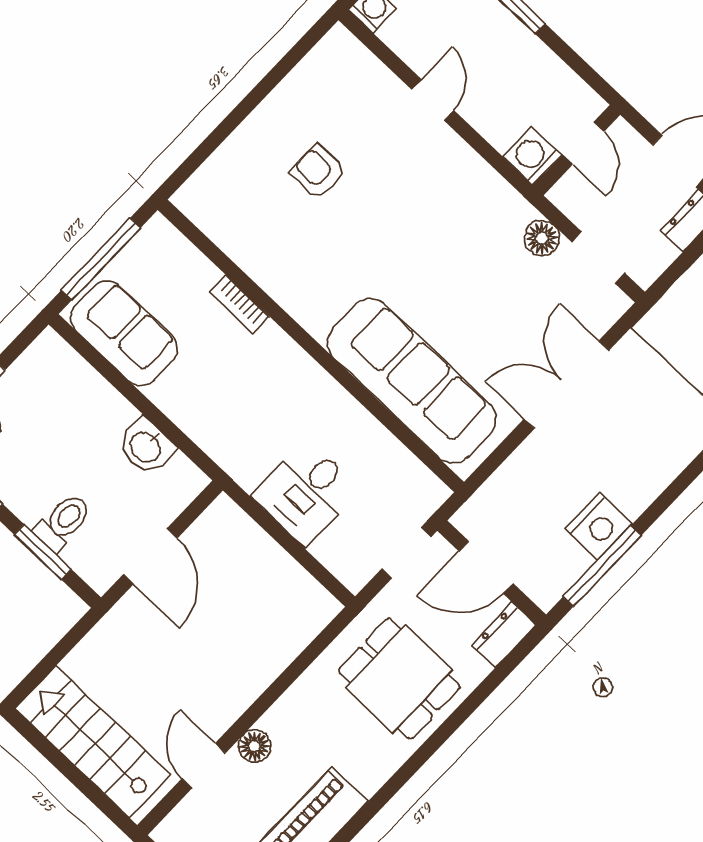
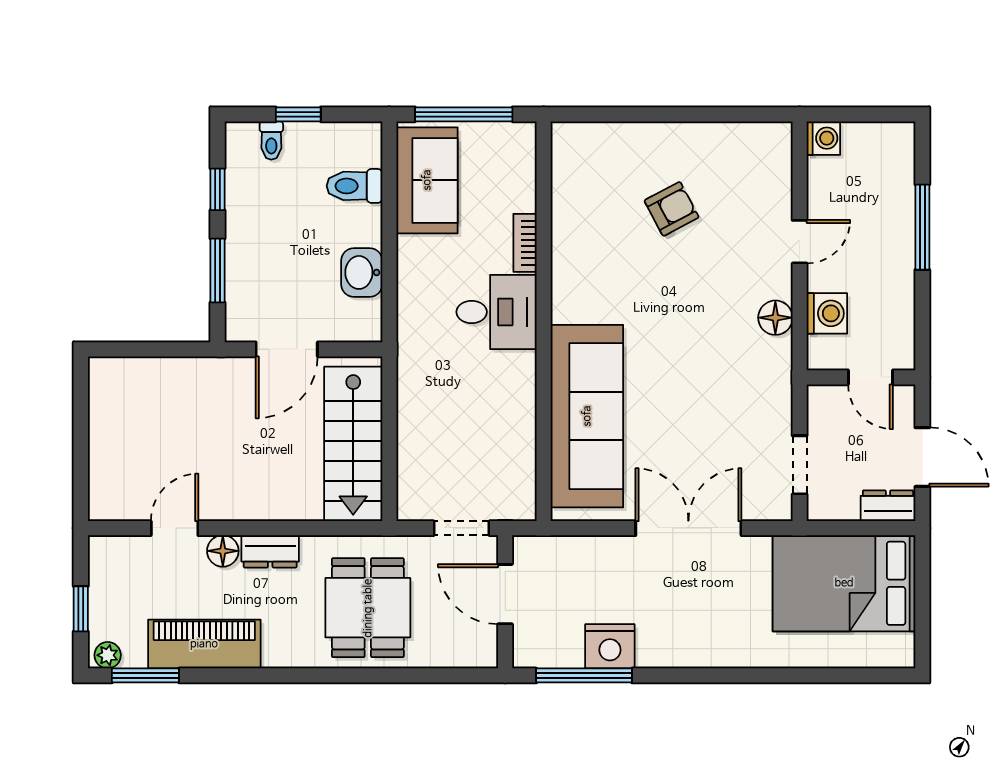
door: (583, 143) -> (870, 377), hinge flipped
washing machine: (532, 156) -> (827, 313), moved, turned 90
armchair: (318, 172) -> (672, 209), turned 62
floor lamp: (542, 238) -> (775, 318), moved
desk: (306, 493) -> (496, 312), moved, turned 180
toilet: (63, 522) -> (354, 186), moved, turned 180
dresser: (504, 635) -> (270, 551), moved, turned 180
stairs: (93, 742) -> (353, 444), moved, turned 180

